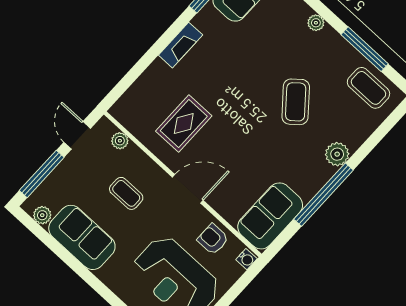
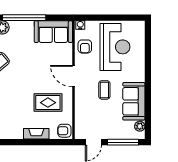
fireplace: (181, 45) -> (36, 134), moved
armchair: (127, 111) -> (64, 131), added
plant: (120, 141) -> (79, 122), removed
coffee table: (126, 193) -> (104, 90), moved

